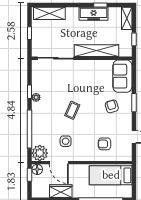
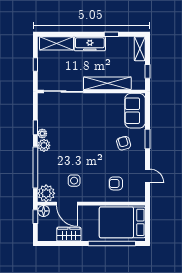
freezer: (94, 14) -> (90, 44), moved
plant: (38, 108) -> (44, 145), added
coffee table: (72, 110) -> (81, 147), removed
bed: (111, 175) -> (122, 222), width x1.50

